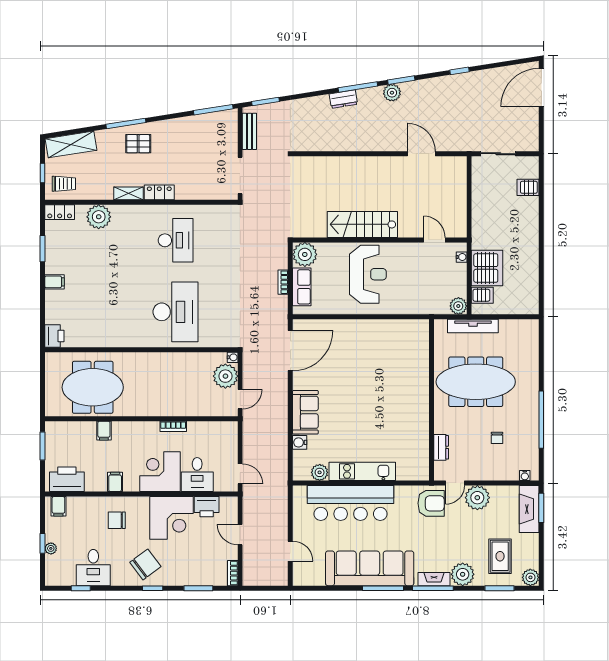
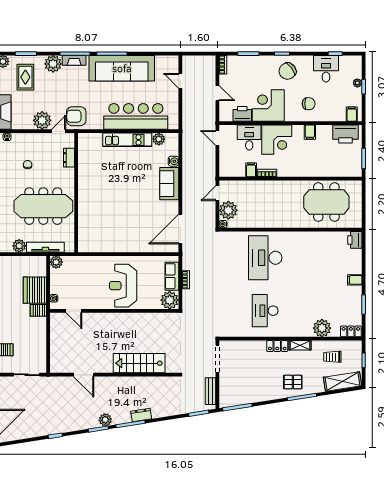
trolley: (64, 184) -> (332, 357), moved
stairs: (362, 224) -> (139, 363), moved, turned 180
server rack: (482, 295) -> (38, 310), moved
plant: (508, 328) -> (19, 246), added
filing cabinet: (104, 431) -> (251, 170), moved

